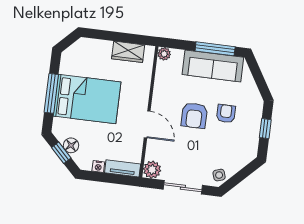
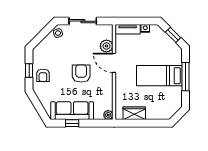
window: (215, 49) -> (72, 123), width x0.46
bed: (87, 99) -> (159, 76), width x0.67
armchair: (226, 114) -> (43, 75), moved
floor lamp: (71, 145) -> (167, 41), removed
plant: (152, 170) -> (106, 46), moved

